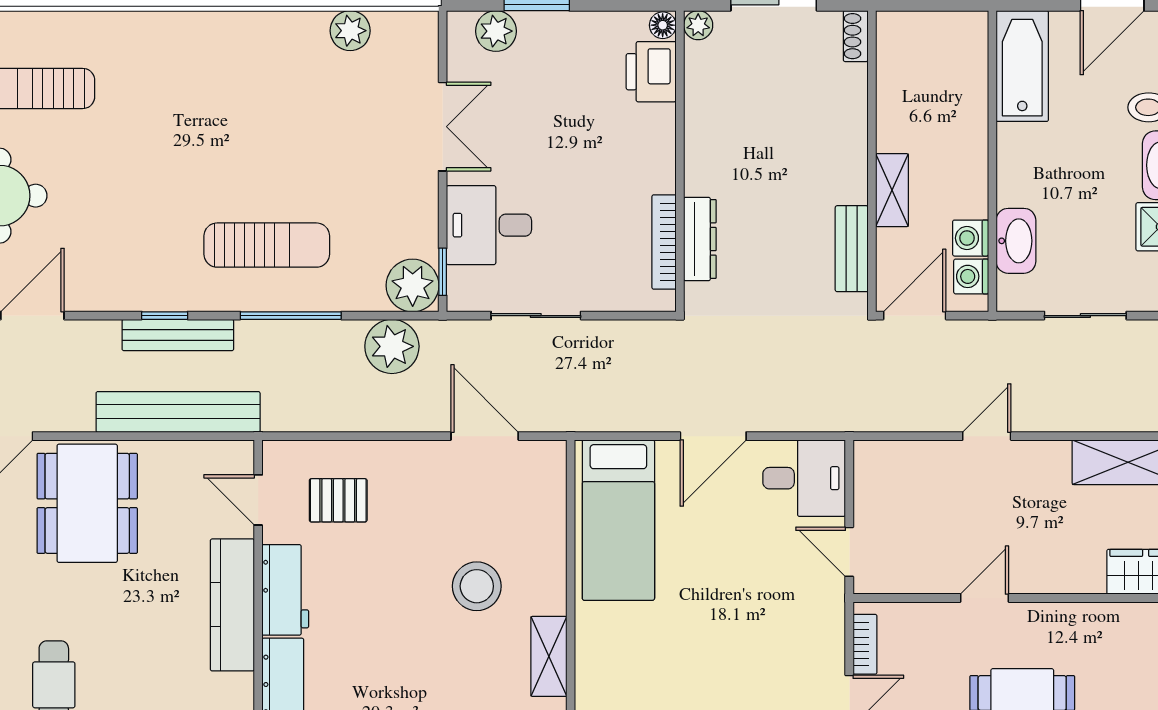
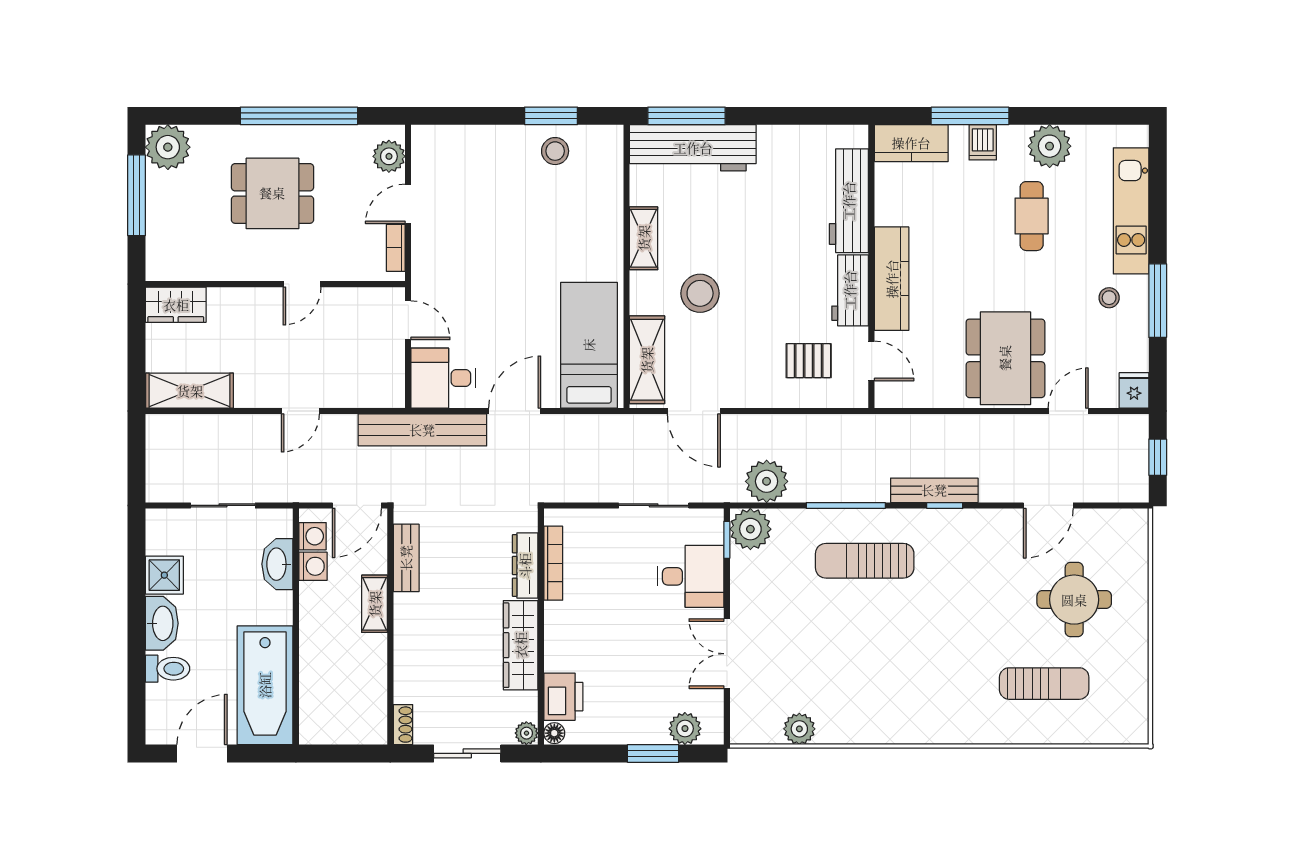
bathtub: (1022, 66) -> (265, 685), width x1.36, depth x1.36
wardrobe: (706, 137) -> (521, 645), added
bench: (178, 412) -> (422, 430), moved
shelving: (544, 502) -> (647, 360), added

